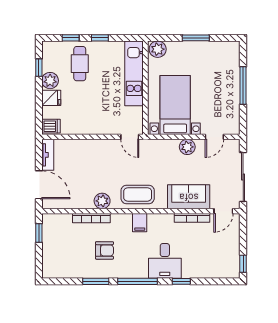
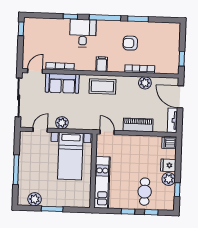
plant: (158, 49) -> (35, 199), moved
piano: (91, 147) -> (138, 125), added
plant: (102, 201) -> (145, 83), moved

